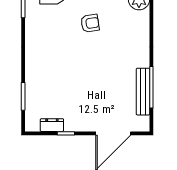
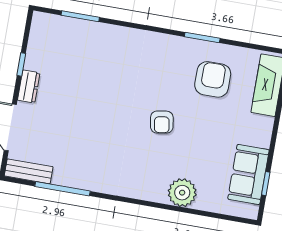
bench: (143, 92) -> (29, 171), moved, width x0.73
dresser: (52, 125) -> (29, 87), moved

